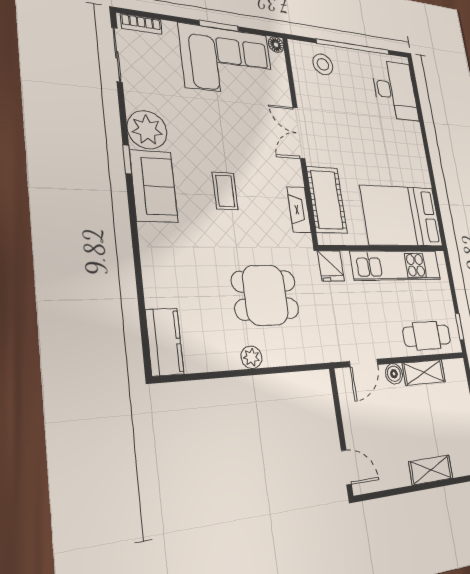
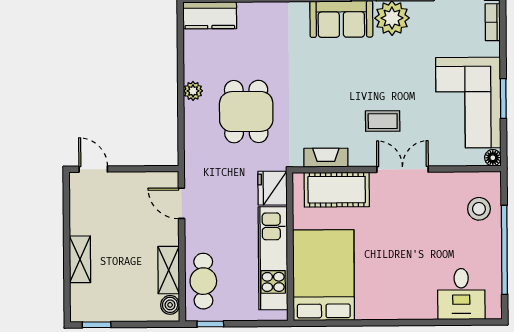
desk: (395, 90) -> (461, 294), width x0.73
coffee table: (225, 191) -> (383, 121), moved
fridge: (331, 266) -> (272, 188), width x1.38
boiler: (394, 374) -> (170, 305), moved
door: (346, 467) -> (93, 169), swing flipped

